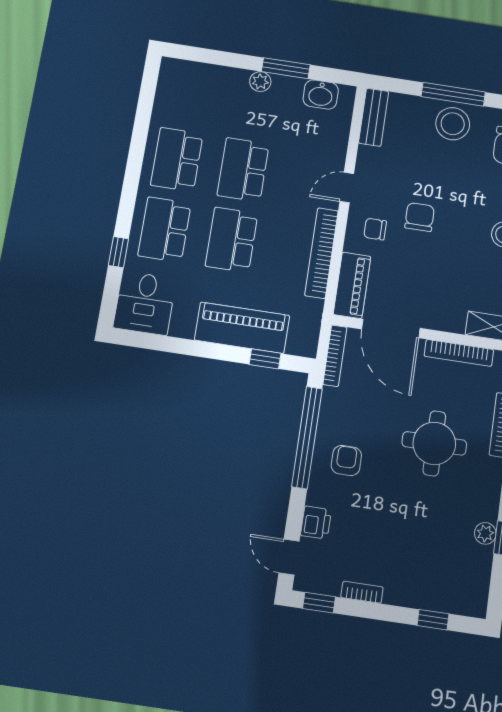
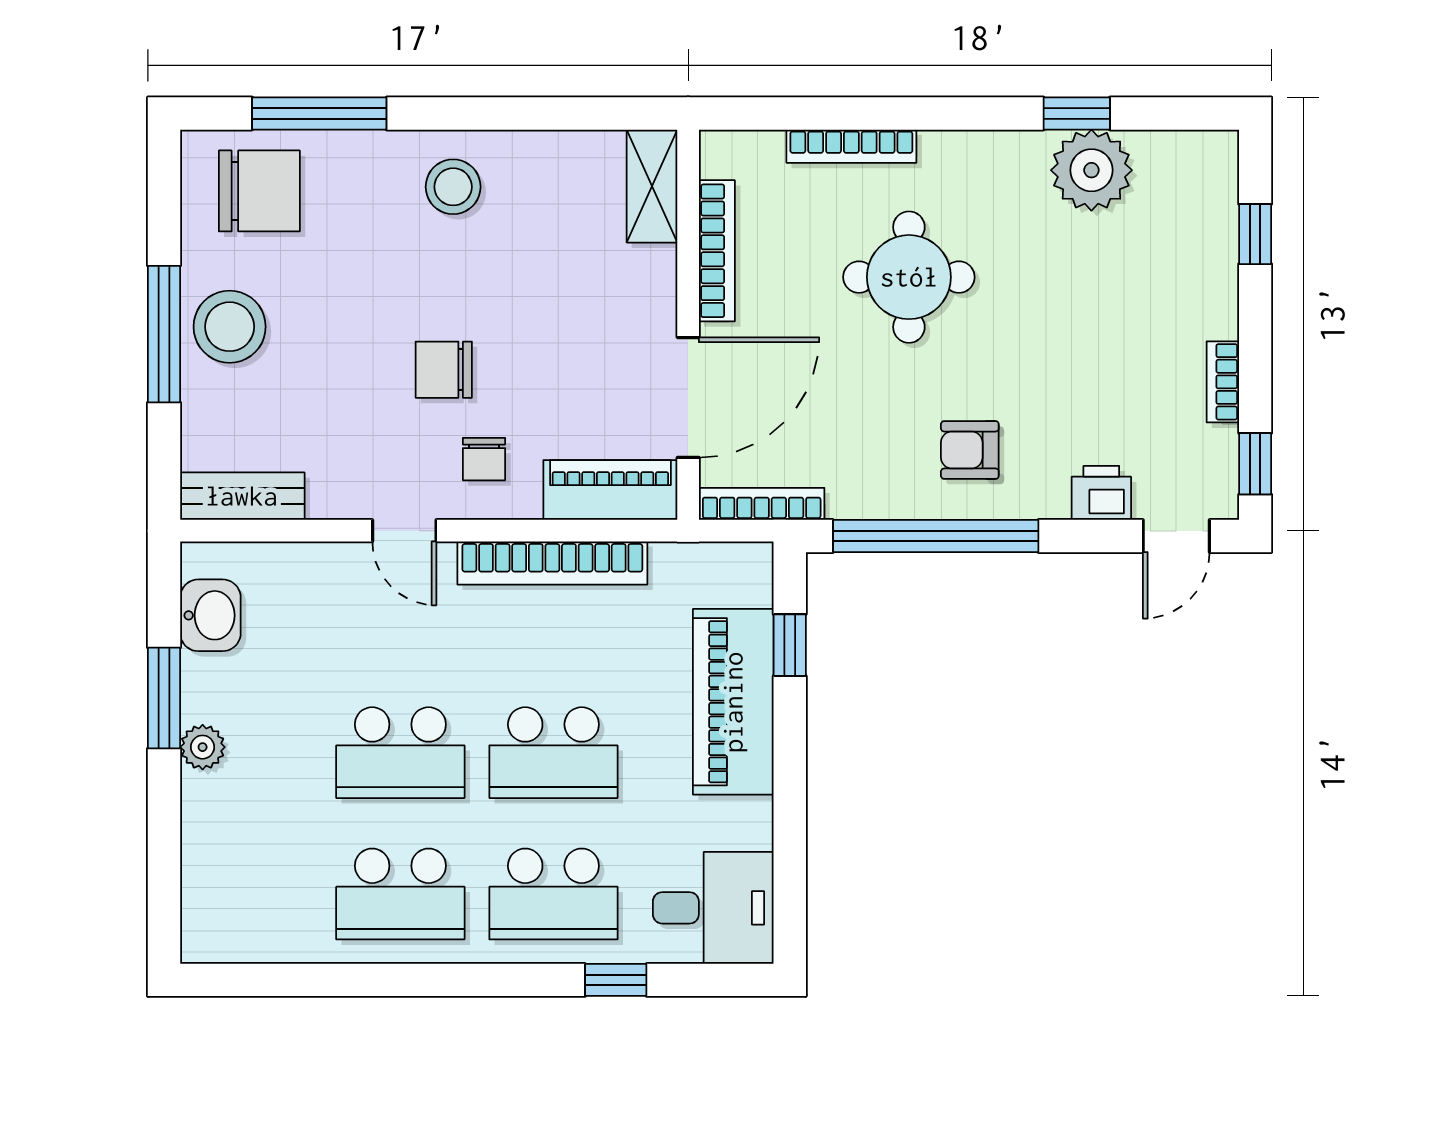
plant: (485, 533) -> (1091, 170), width x1.88, depth x1.88

